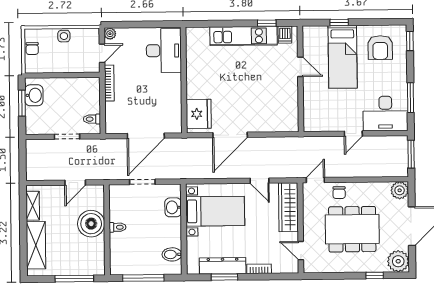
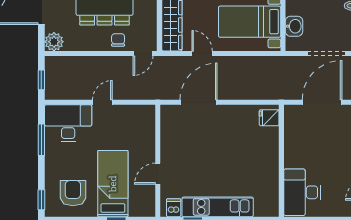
door: (300, 67) -> (158, 174), hinge flipped
fridge: (199, 114) -> (269, 118), width x0.53, depth x0.75
door: (230, 135) -> (199, 102), moved
window: (411, 154) -> (41, 80), width x0.67
doorway: (142, 182) -> (326, 53), width x1.38

